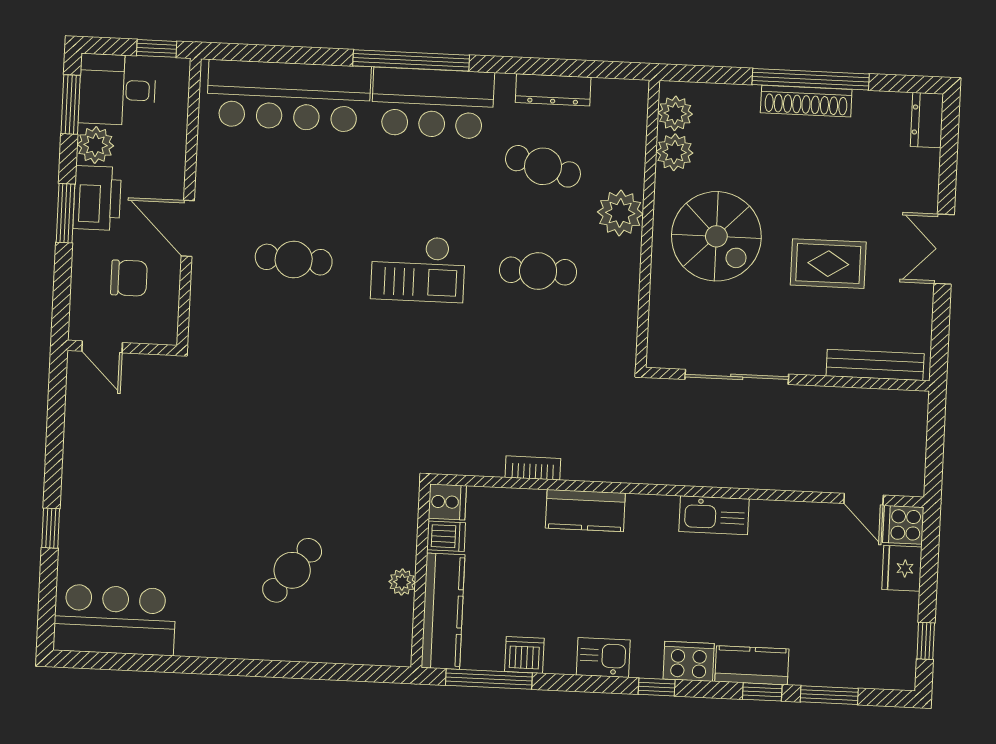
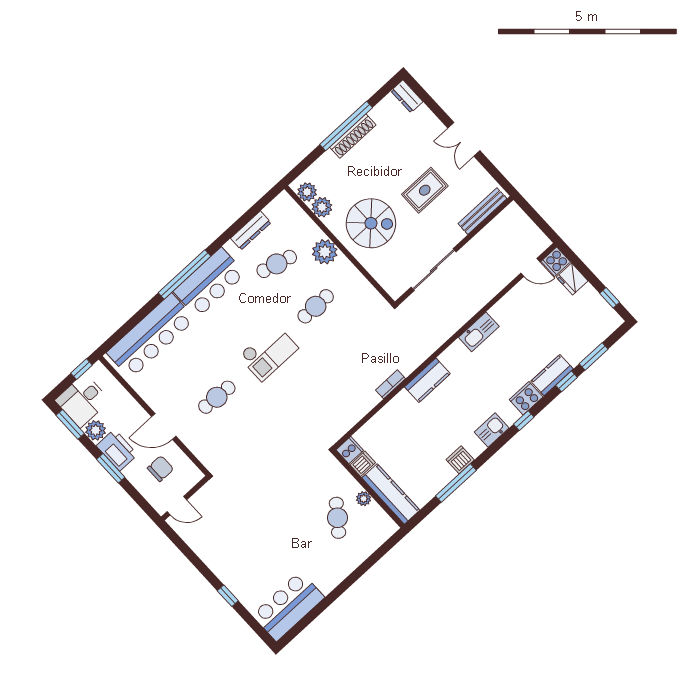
cooker: (447, 502) -> (350, 450), moved
dishwasher: (446, 536) -> (363, 464), moved
wall: (421, 576) -> (368, 489), moved
plant: (402, 582) -> (364, 499), moved
kitchen counter: (443, 611) -> (391, 494), moved

